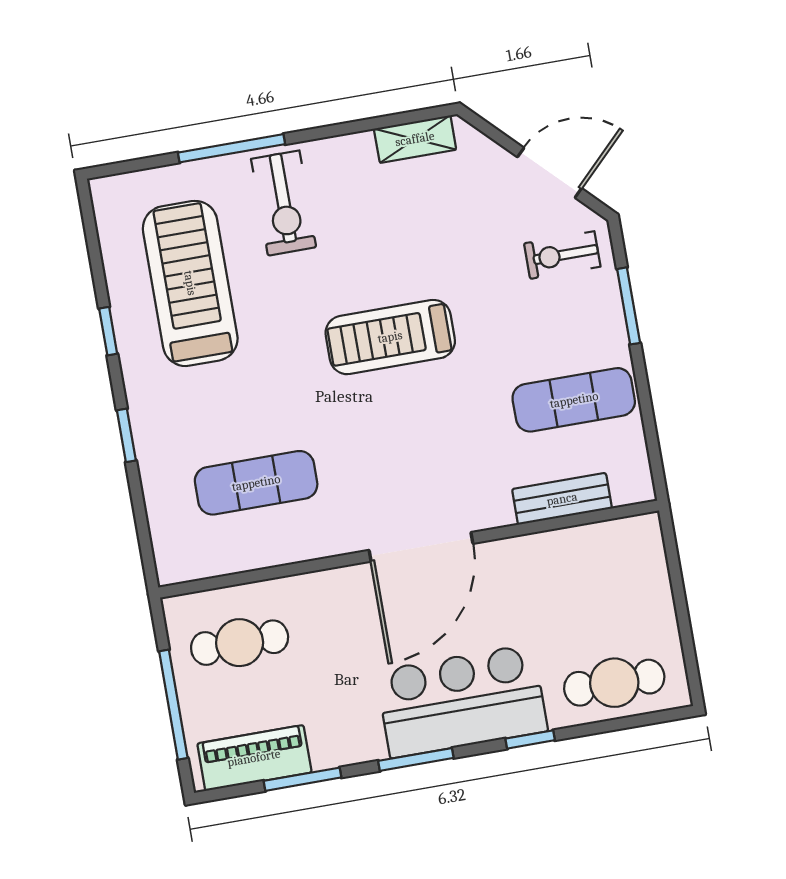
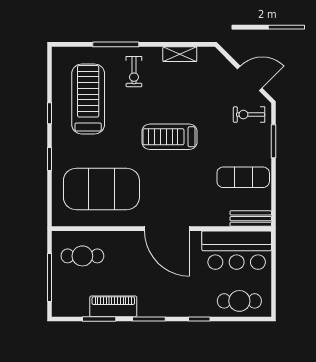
shelving: (415, 139) -> (180, 54), moved
exercise bike: (284, 203) -> (134, 72), width x0.73, depth x0.72
exercise mat: (256, 483) -> (101, 189), width x2.00, depth x1.45
bench: (562, 499) -> (251, 219), moved
door: (421, 547) -> (167, 229), hinge flipped
bar counter: (462, 701) -> (237, 250), moved, turned 180
piano: (254, 758) -> (113, 306), moved

